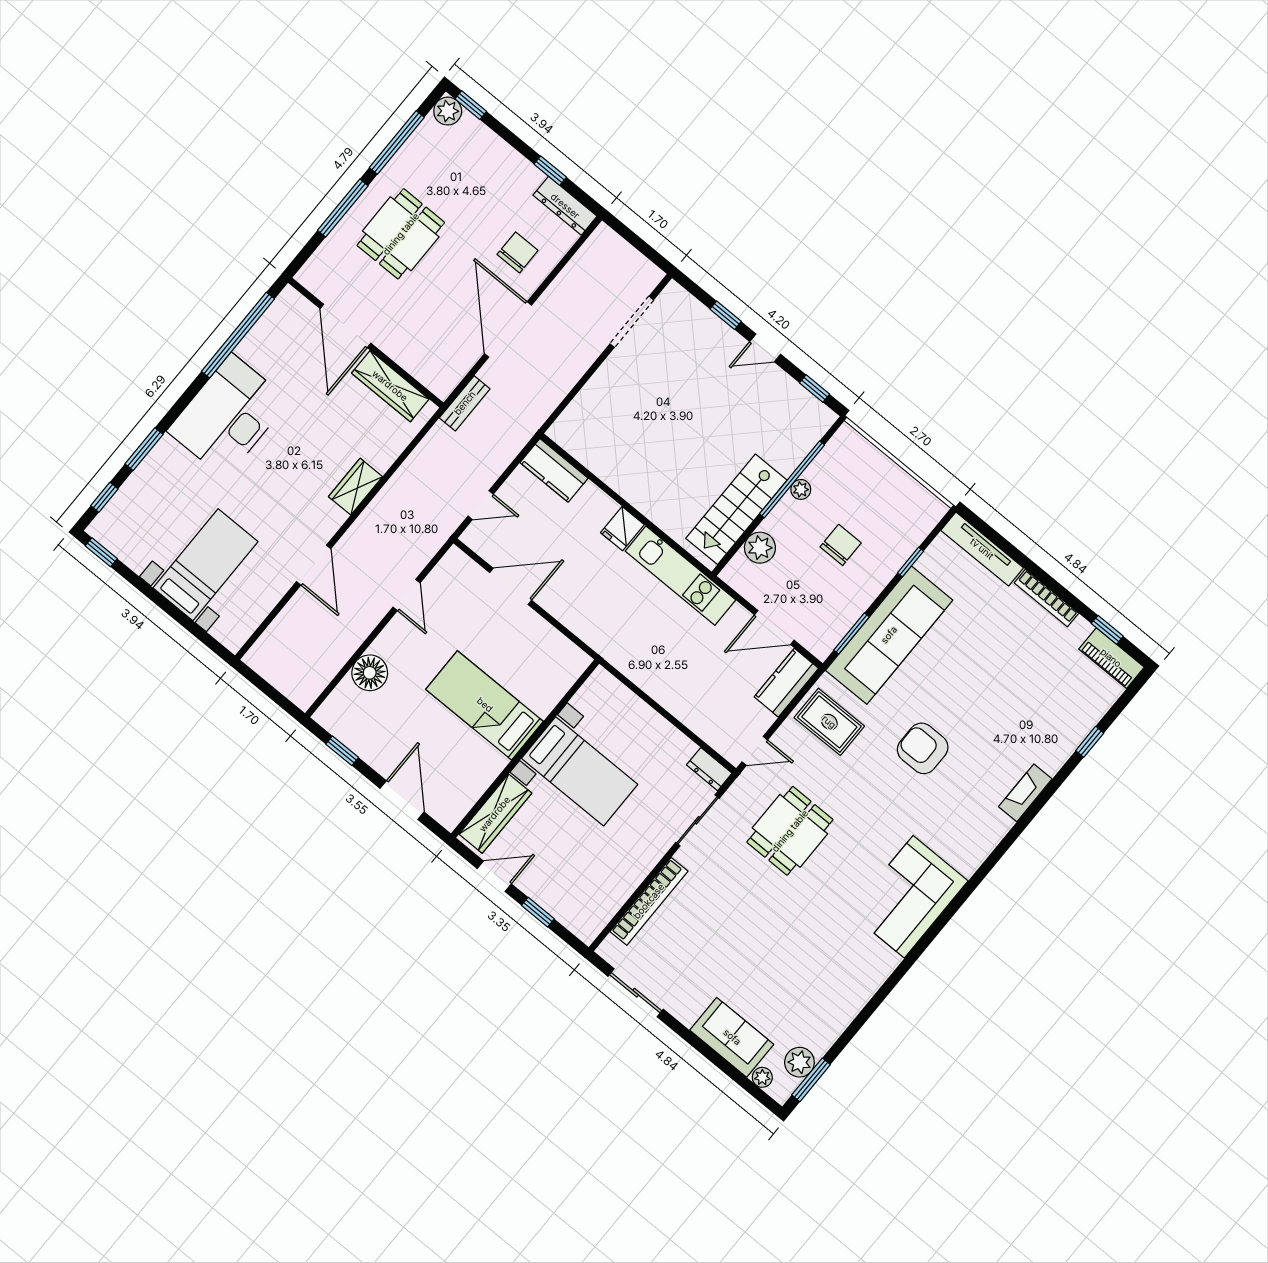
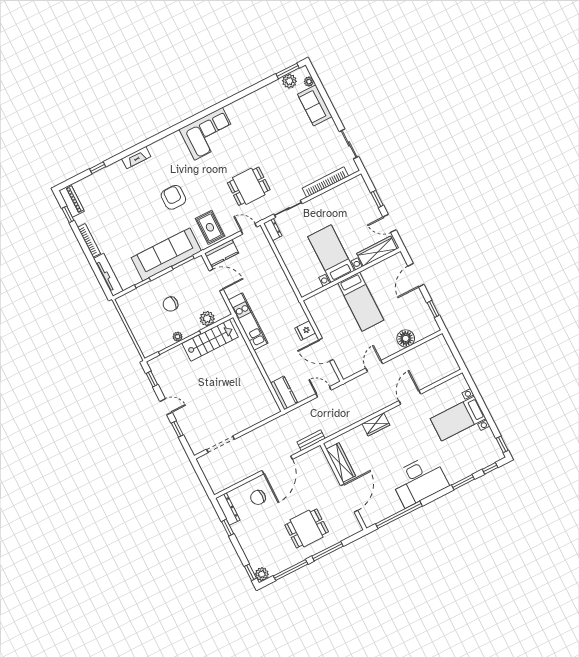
fridge: (622, 529) -> (305, 331), moved, turned 180
armchair: (923, 748) -> (173, 197), turned 180

